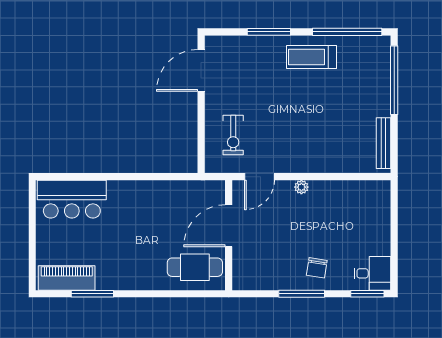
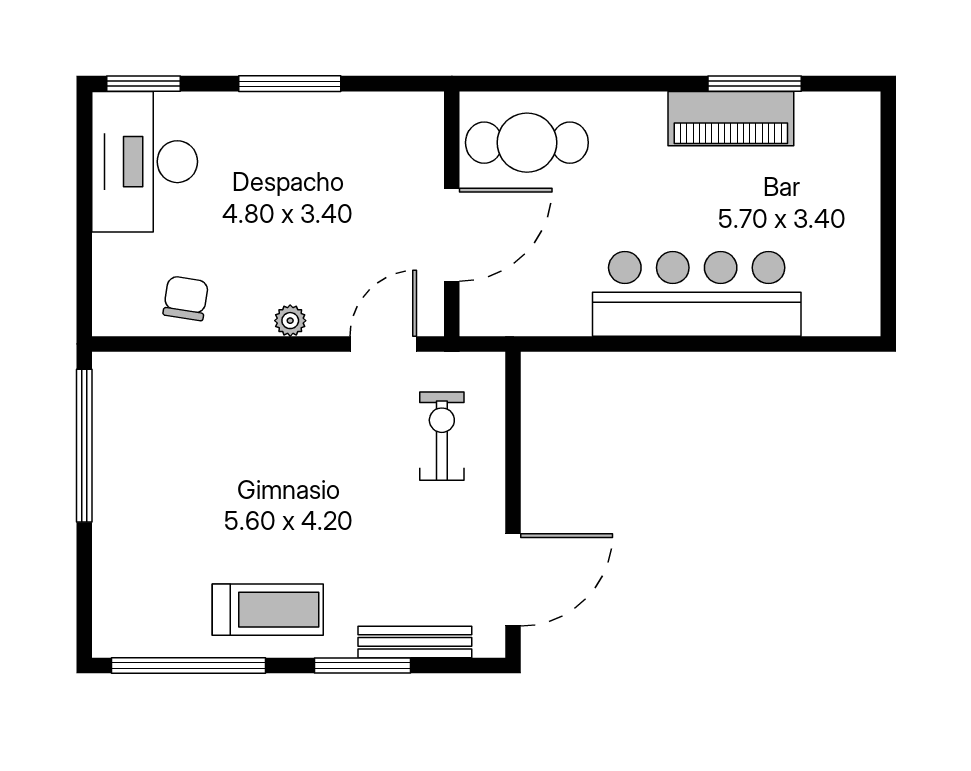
window: (394, 80) -> (84, 446), moved
bench: (383, 143) -> (415, 642), moved, turned 90
bar counter: (72, 199) -> (697, 294), moved, width x1.36
chair: (317, 268) -> (186, 298), moved
desk: (372, 273) -> (145, 162), width x1.87, depth x1.30
piano: (67, 278) -> (731, 119), moved

